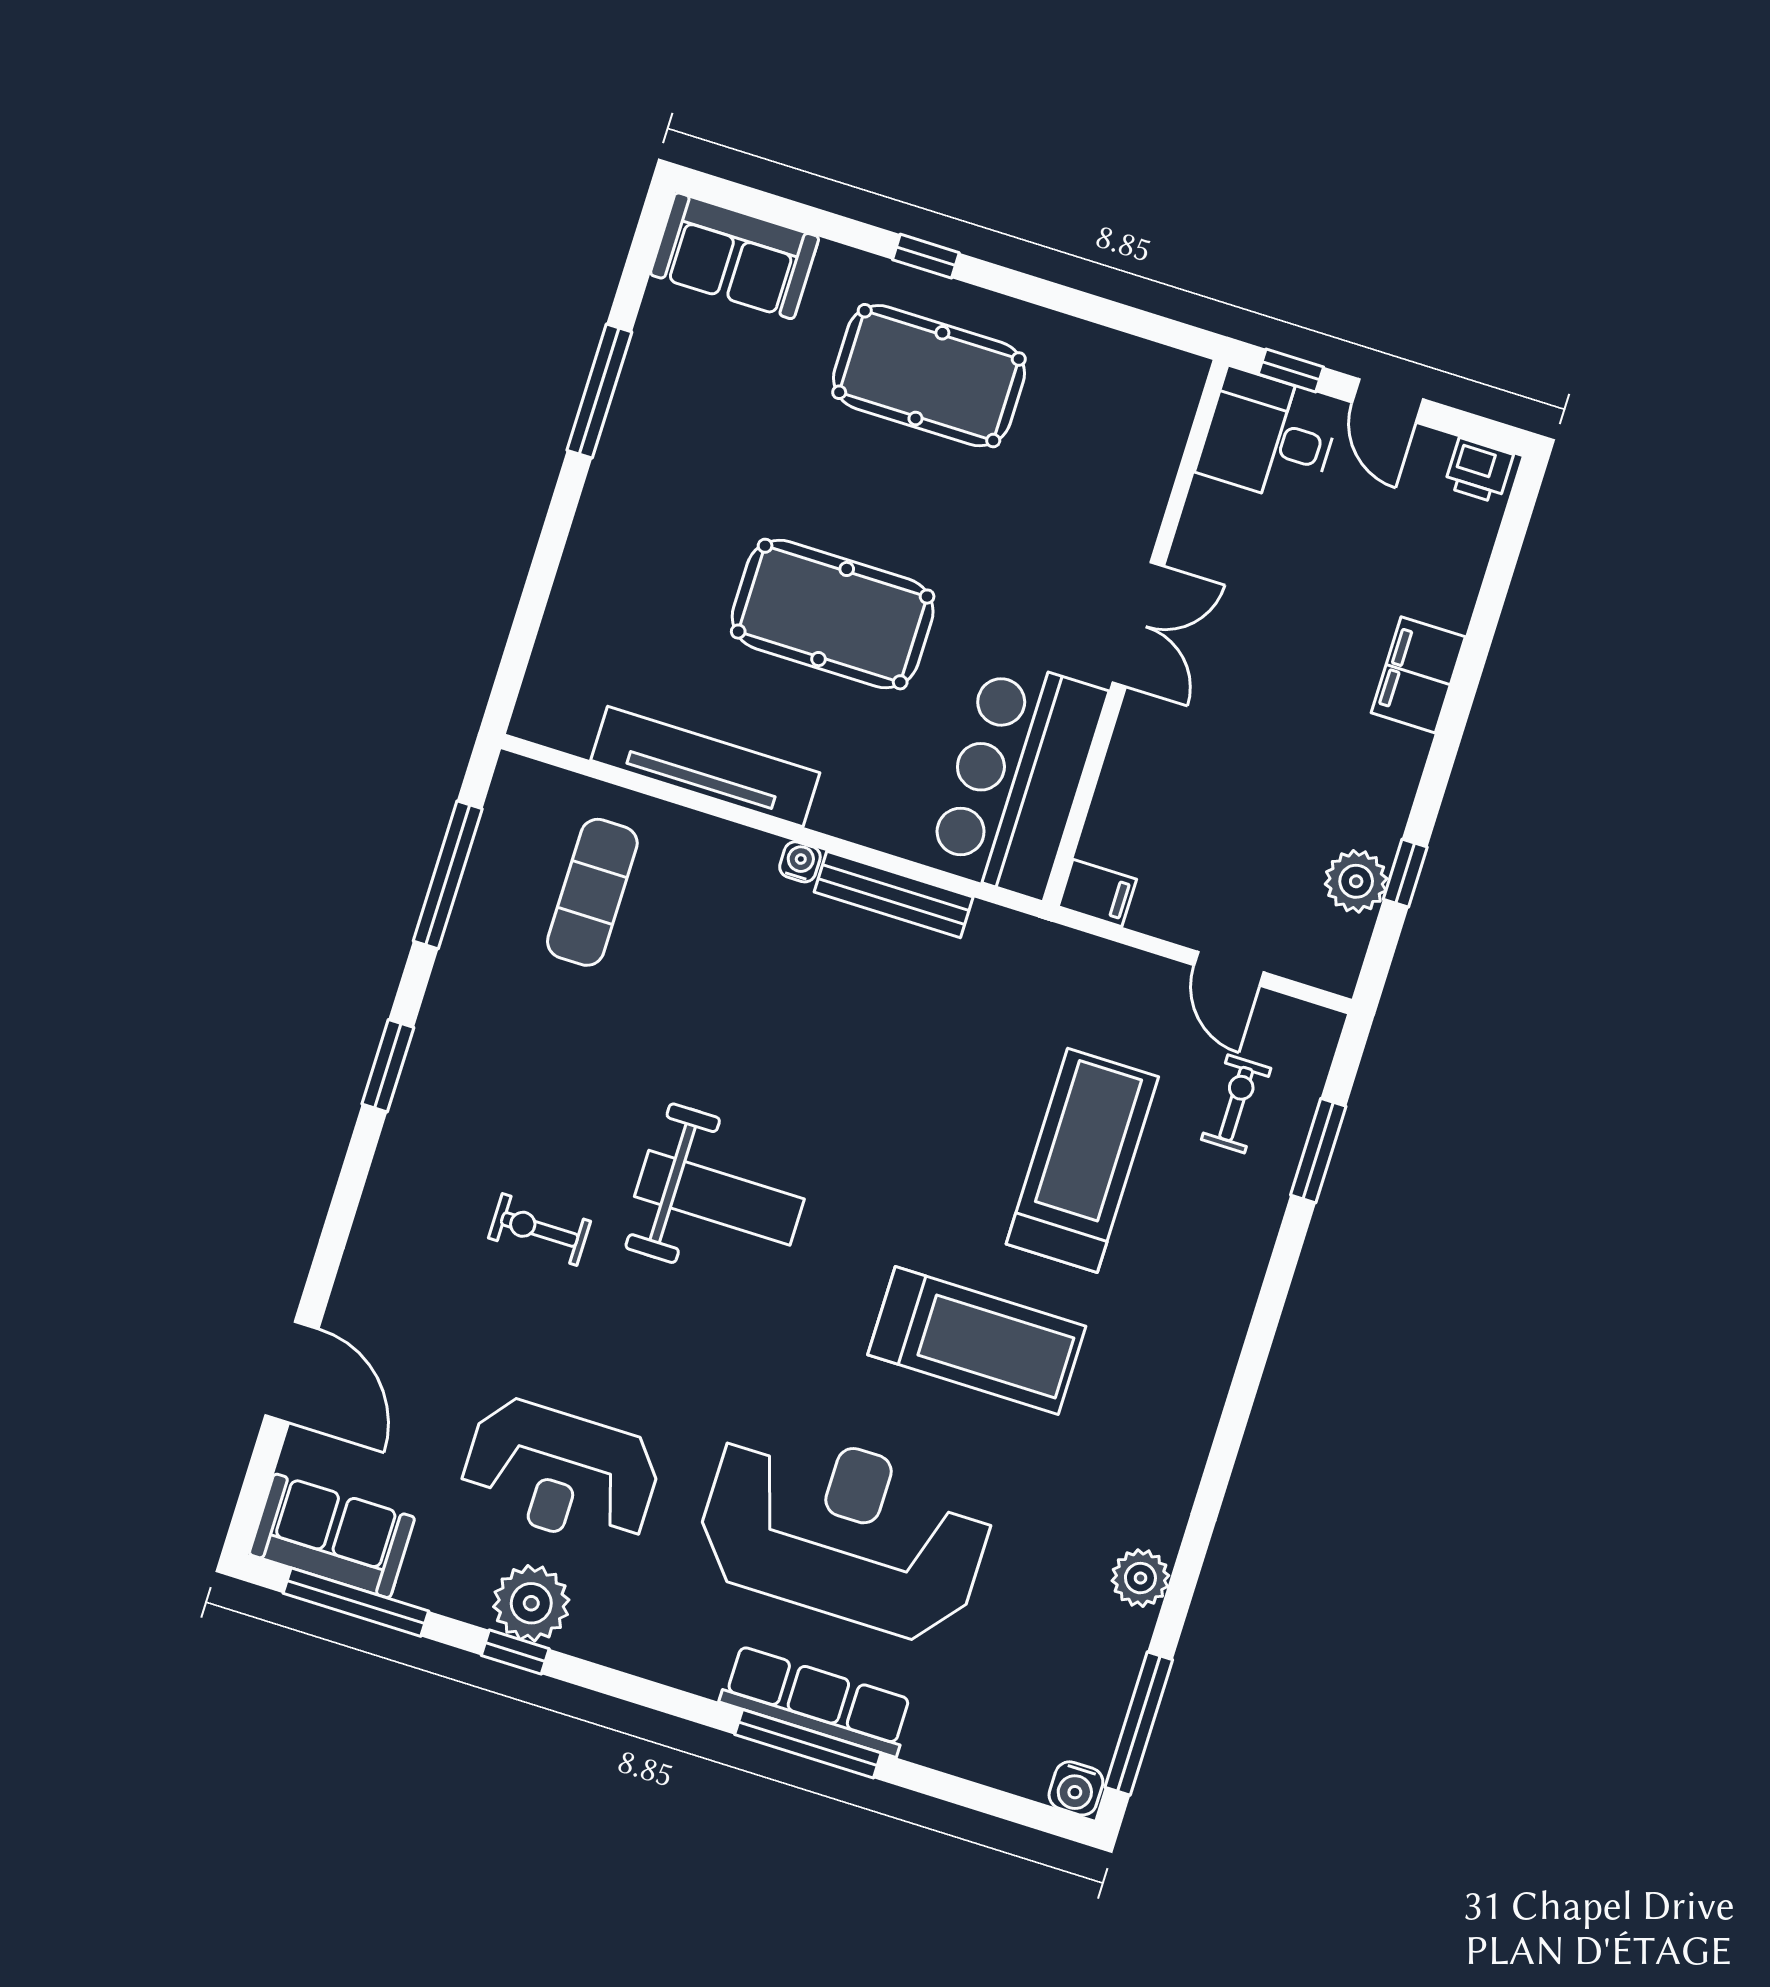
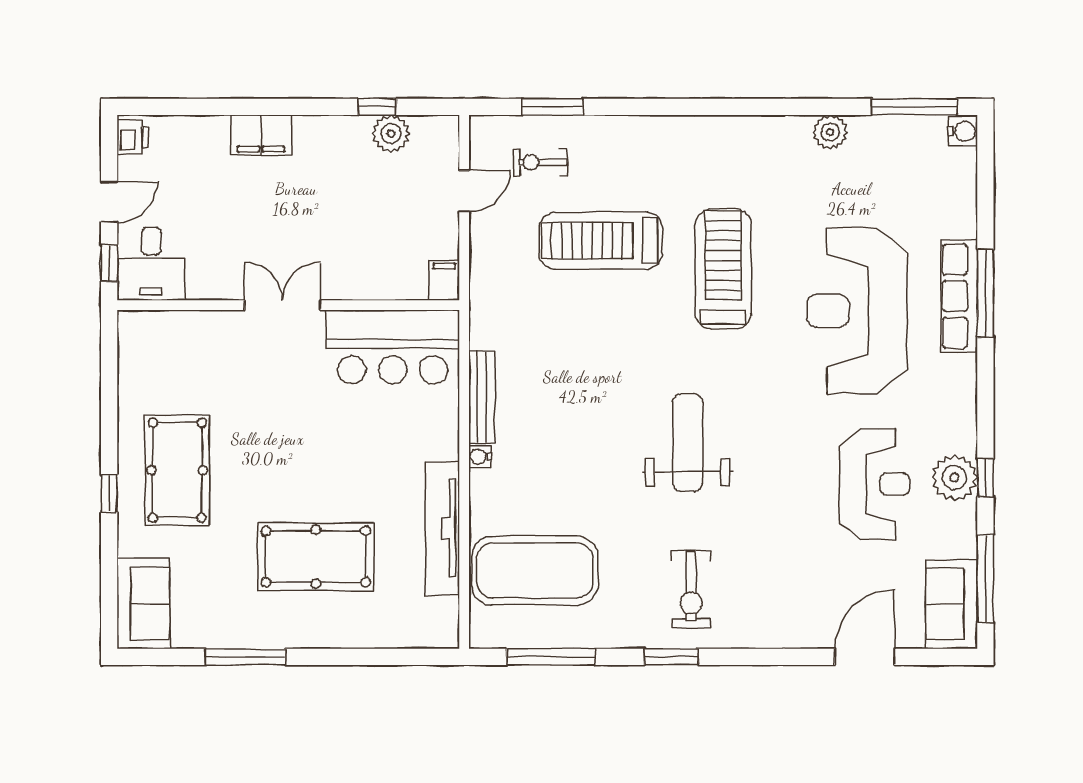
pool table: (833, 614) -> (316, 557), moved, turned 90
exercise mat: (592, 892) -> (535, 571), width x2.00, depth x1.45
exercise bike: (540, 1230) -> (691, 589), moved, width x1.38, depth x1.39

